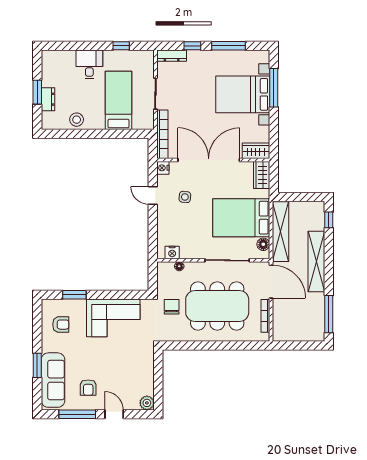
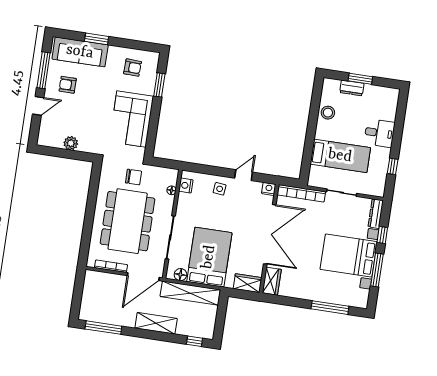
bed with nightstands: (243, 94) -> (349, 256), moved, turned -90
side table: (185, 197) -> (220, 189), moved
shelving: (316, 262) -> (156, 323), width x0.68
armchair: (61, 325) -> (133, 68), turned -88
plant: (147, 403) -> (71, 143), moved

